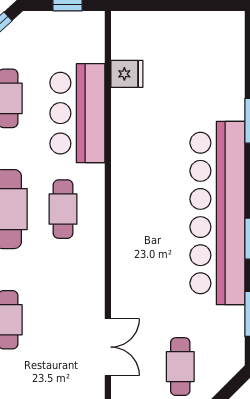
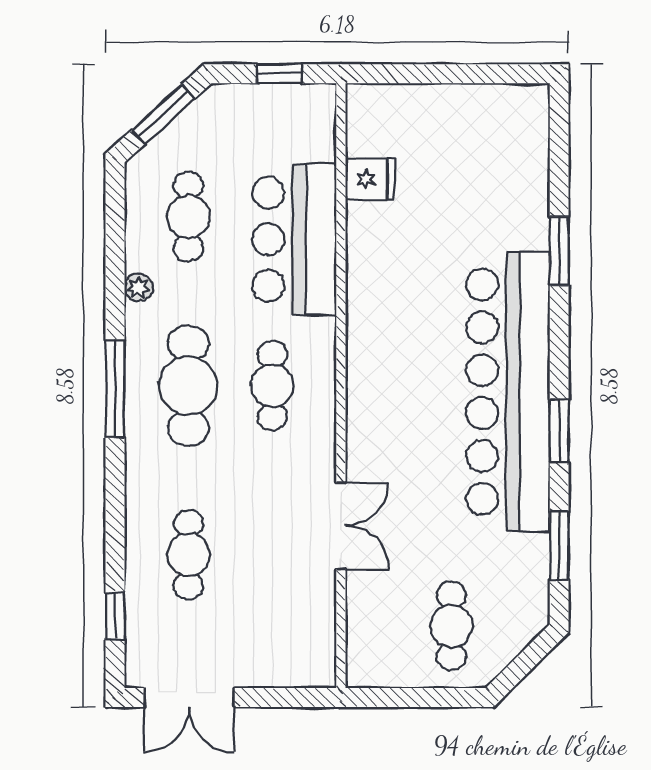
double door: (108, 347) -> (341, 526), moved

